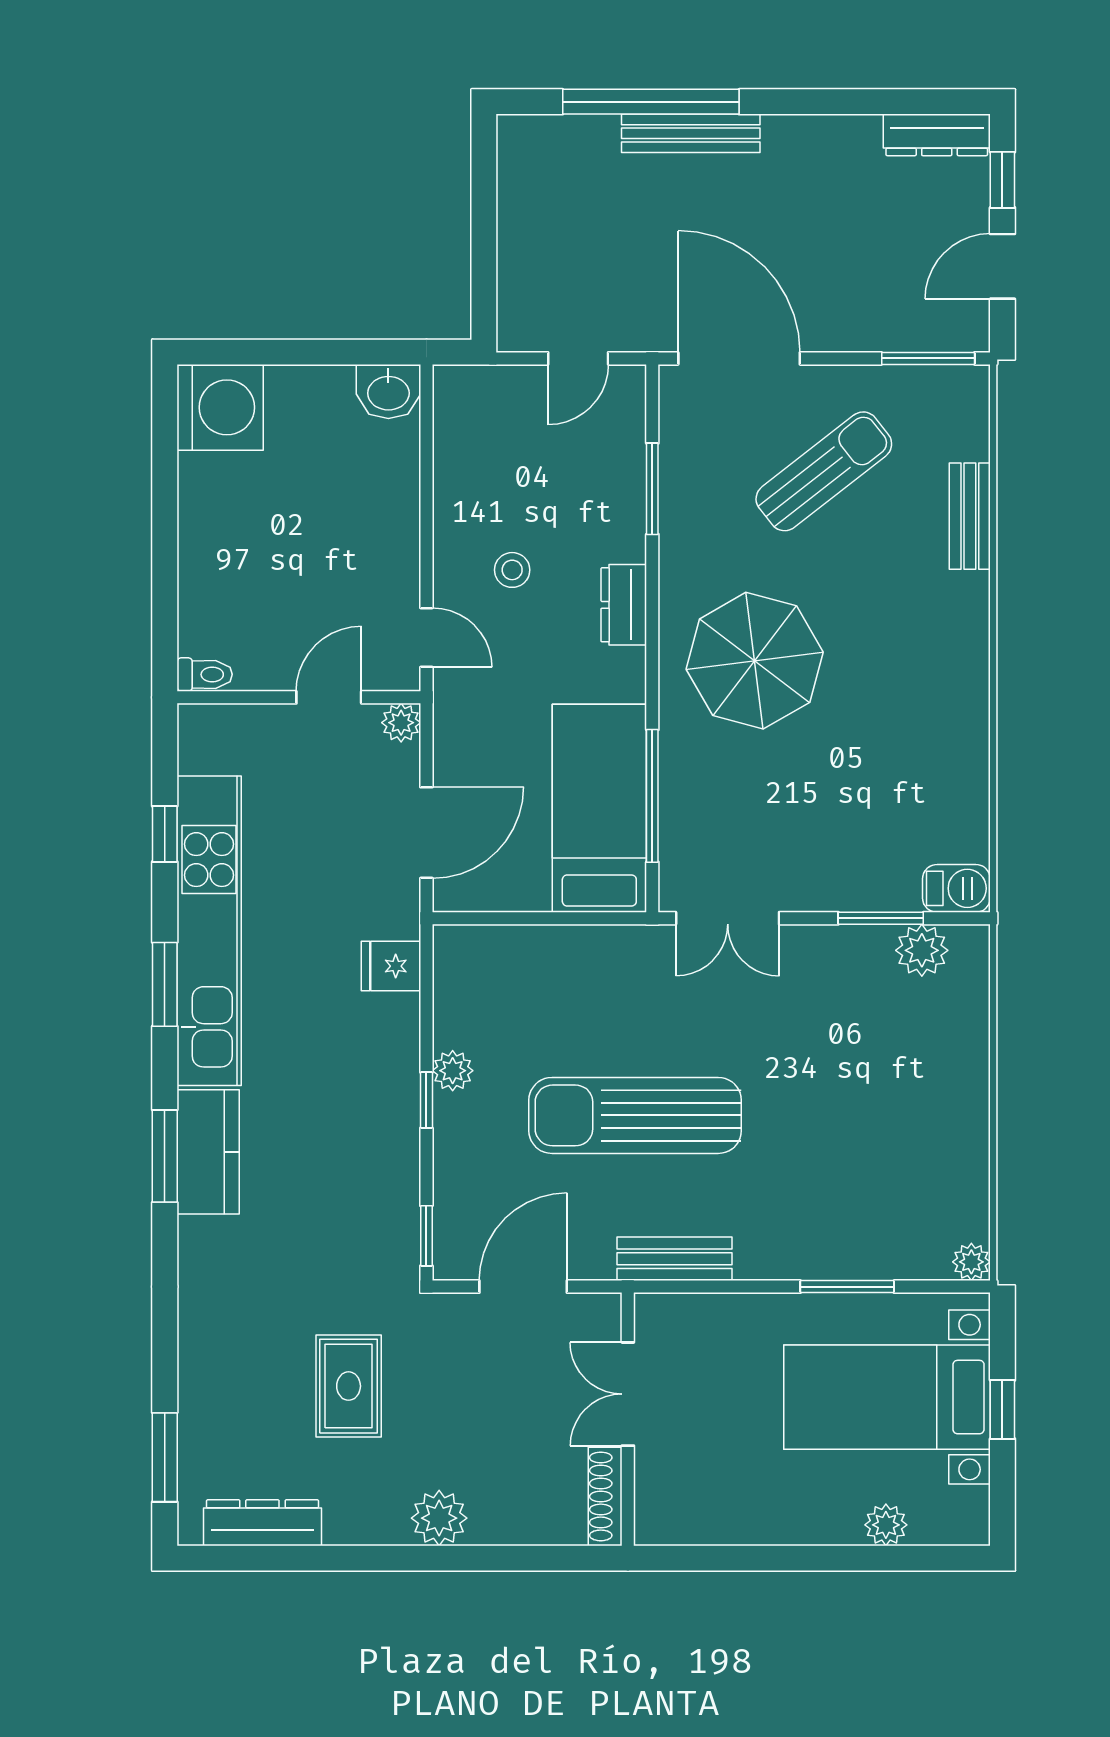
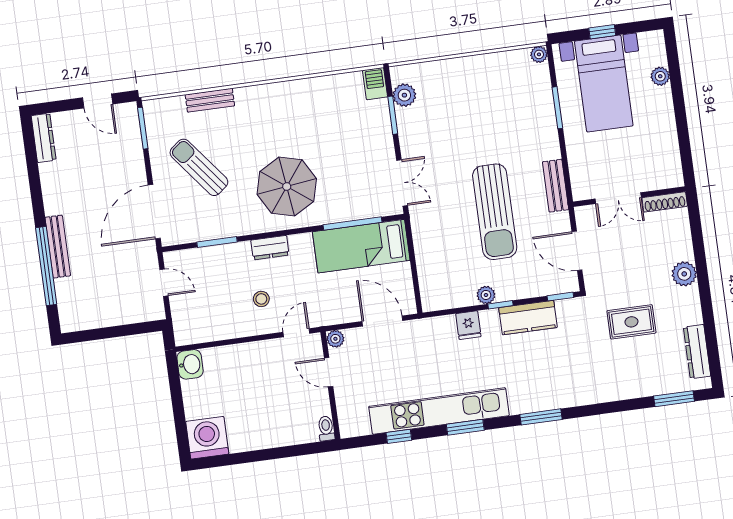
window: (1002, 180) -> (59, 106), removed
fridge: (391, 966) -> (468, 325), moved
kitchen counter: (208, 1152) -> (528, 318), moved, turned 180

